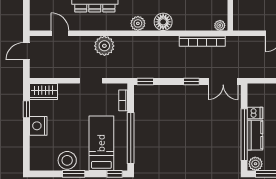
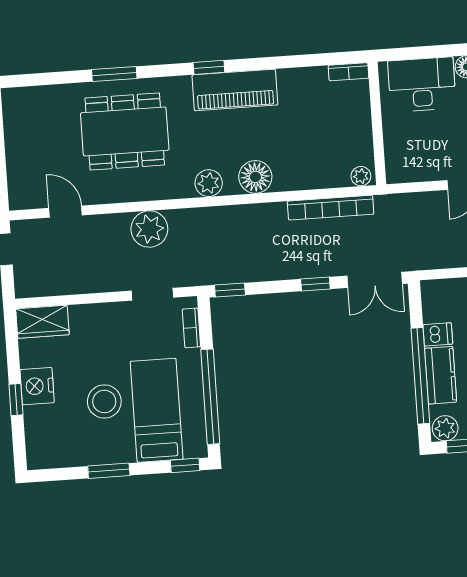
doorway: (91, 81) -> (152, 294), moved
window: (26, 109) -> (16, 400), moved
stool: (67, 160) -> (104, 402), moved

